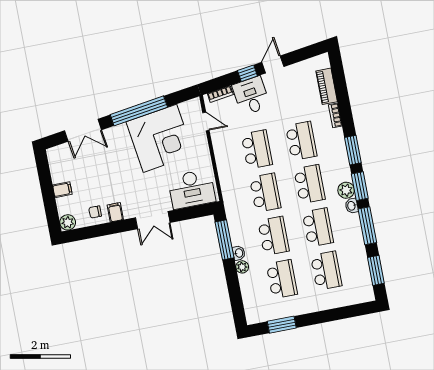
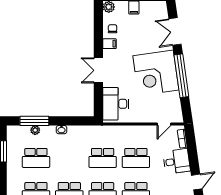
door: (273, 64) -> (197, 182), hinge flipped
window: (247, 73) -> (194, 162), removed
corner desk: (160, 138) -> (156, 73), moved
school desk: (274, 236) -> (69, 158), removed
window: (225, 240) -> (34, 121), moved
plant: (242, 267) -> (35, 130), moved

